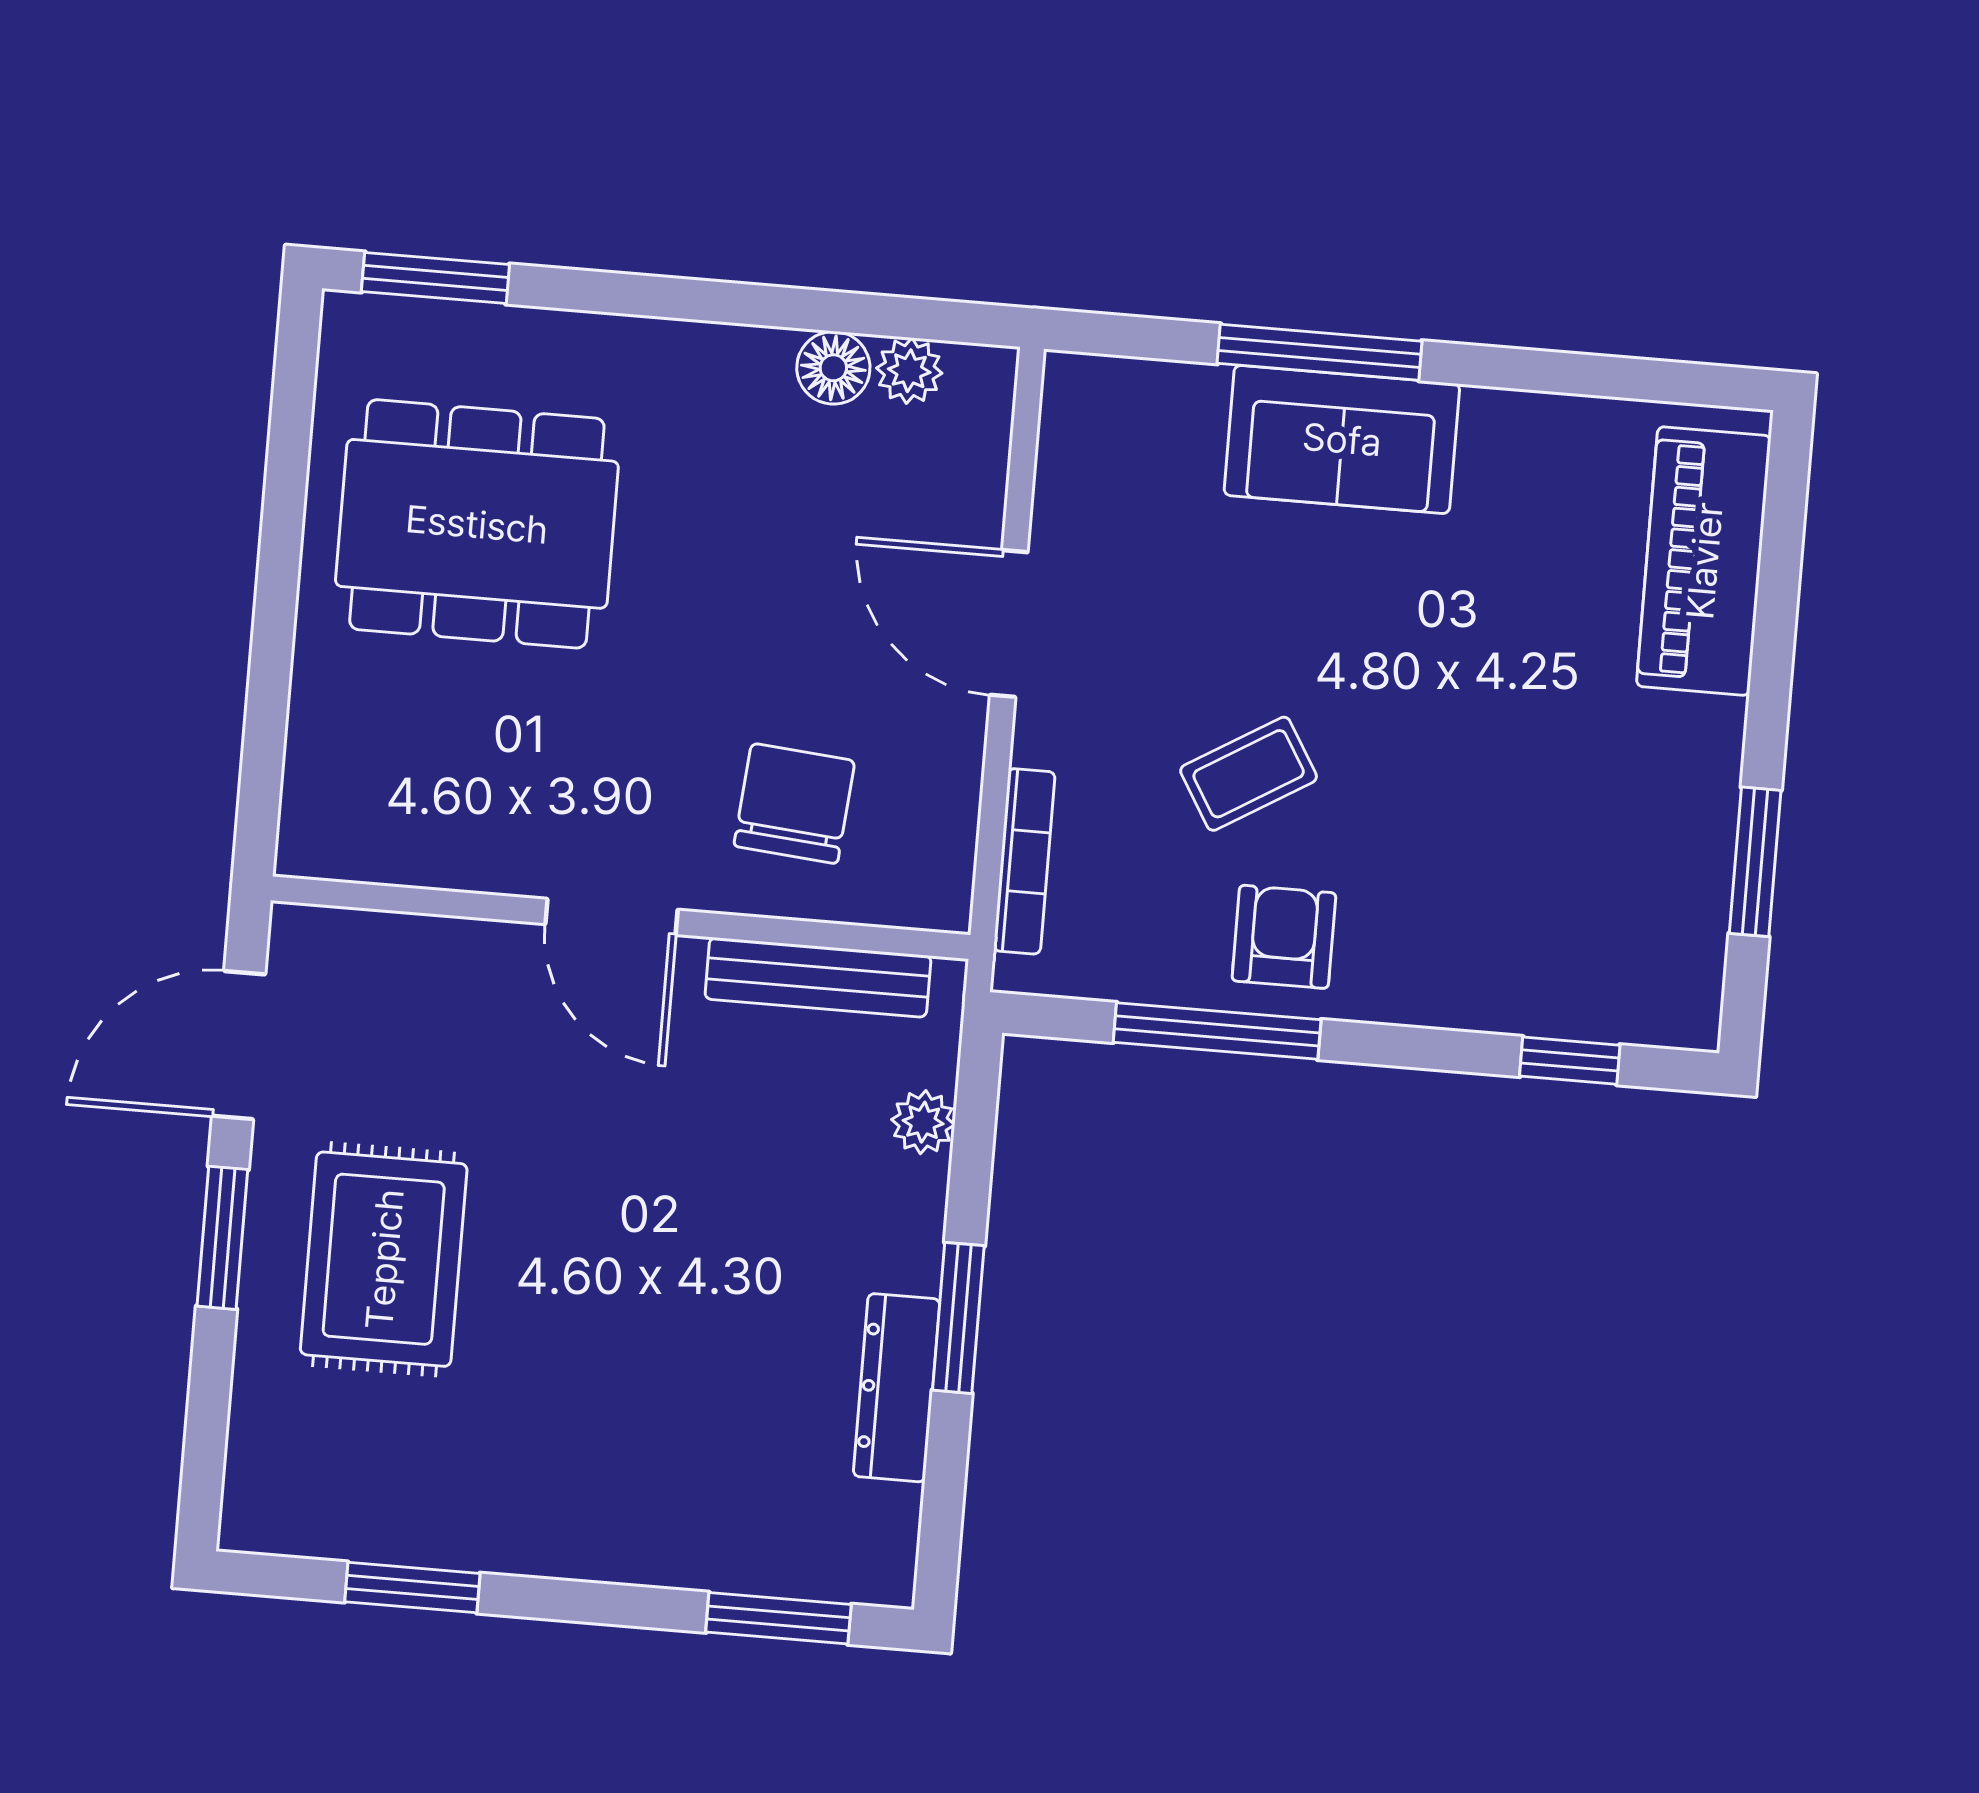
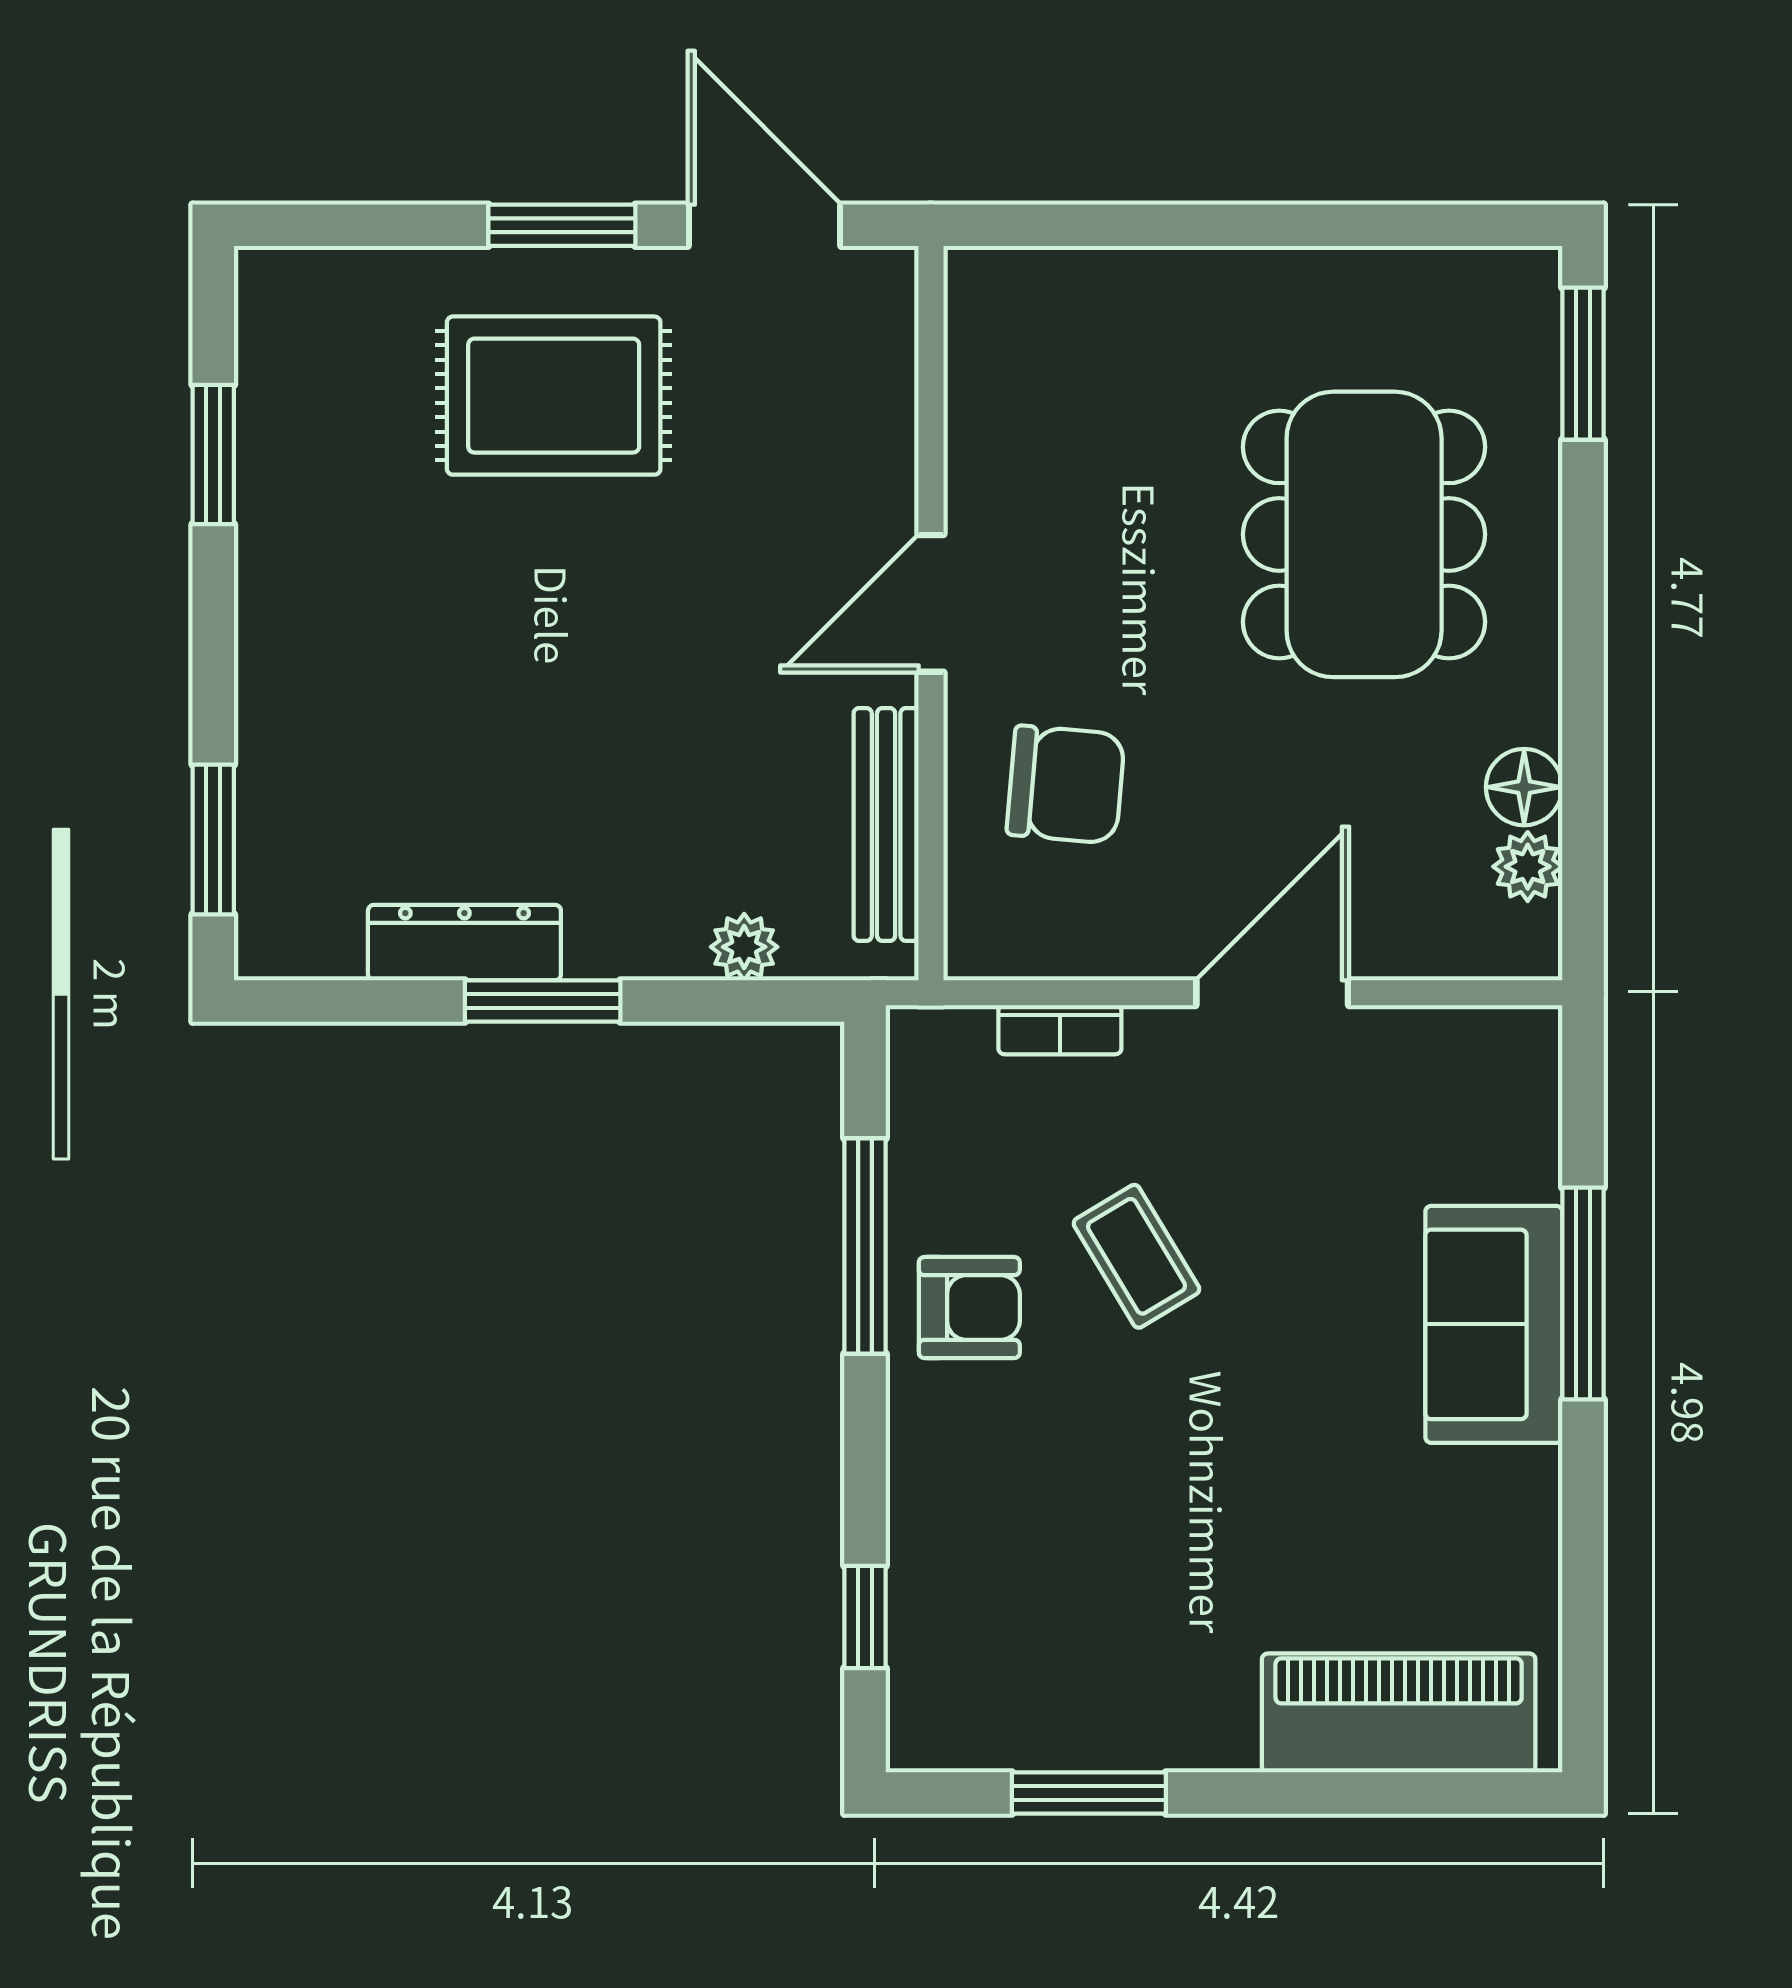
dining table: (477, 524) -> (1364, 534), moved
bookcase: (1024, 861) -> (1060, 1030), width x0.64

